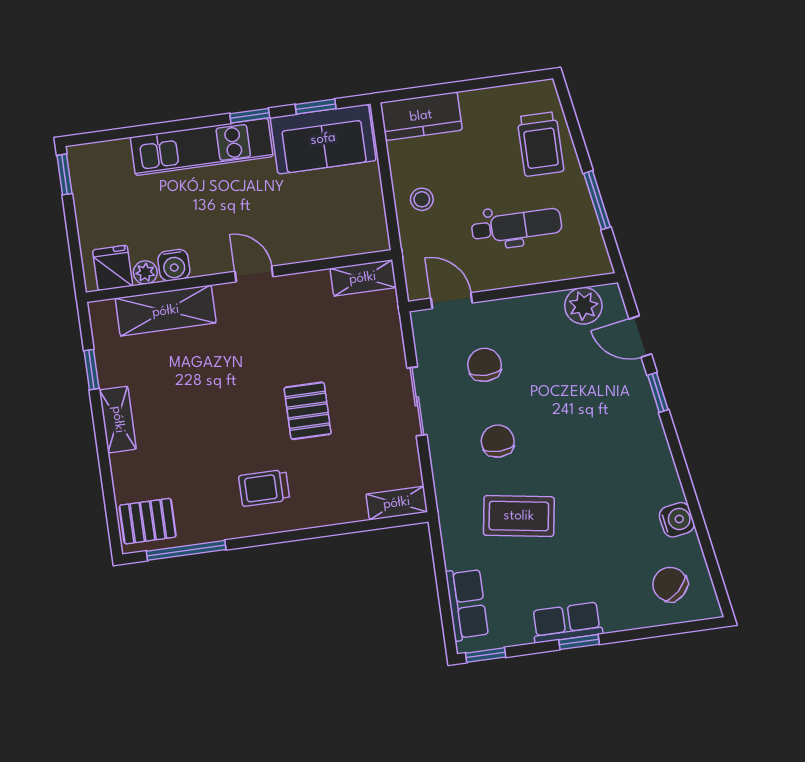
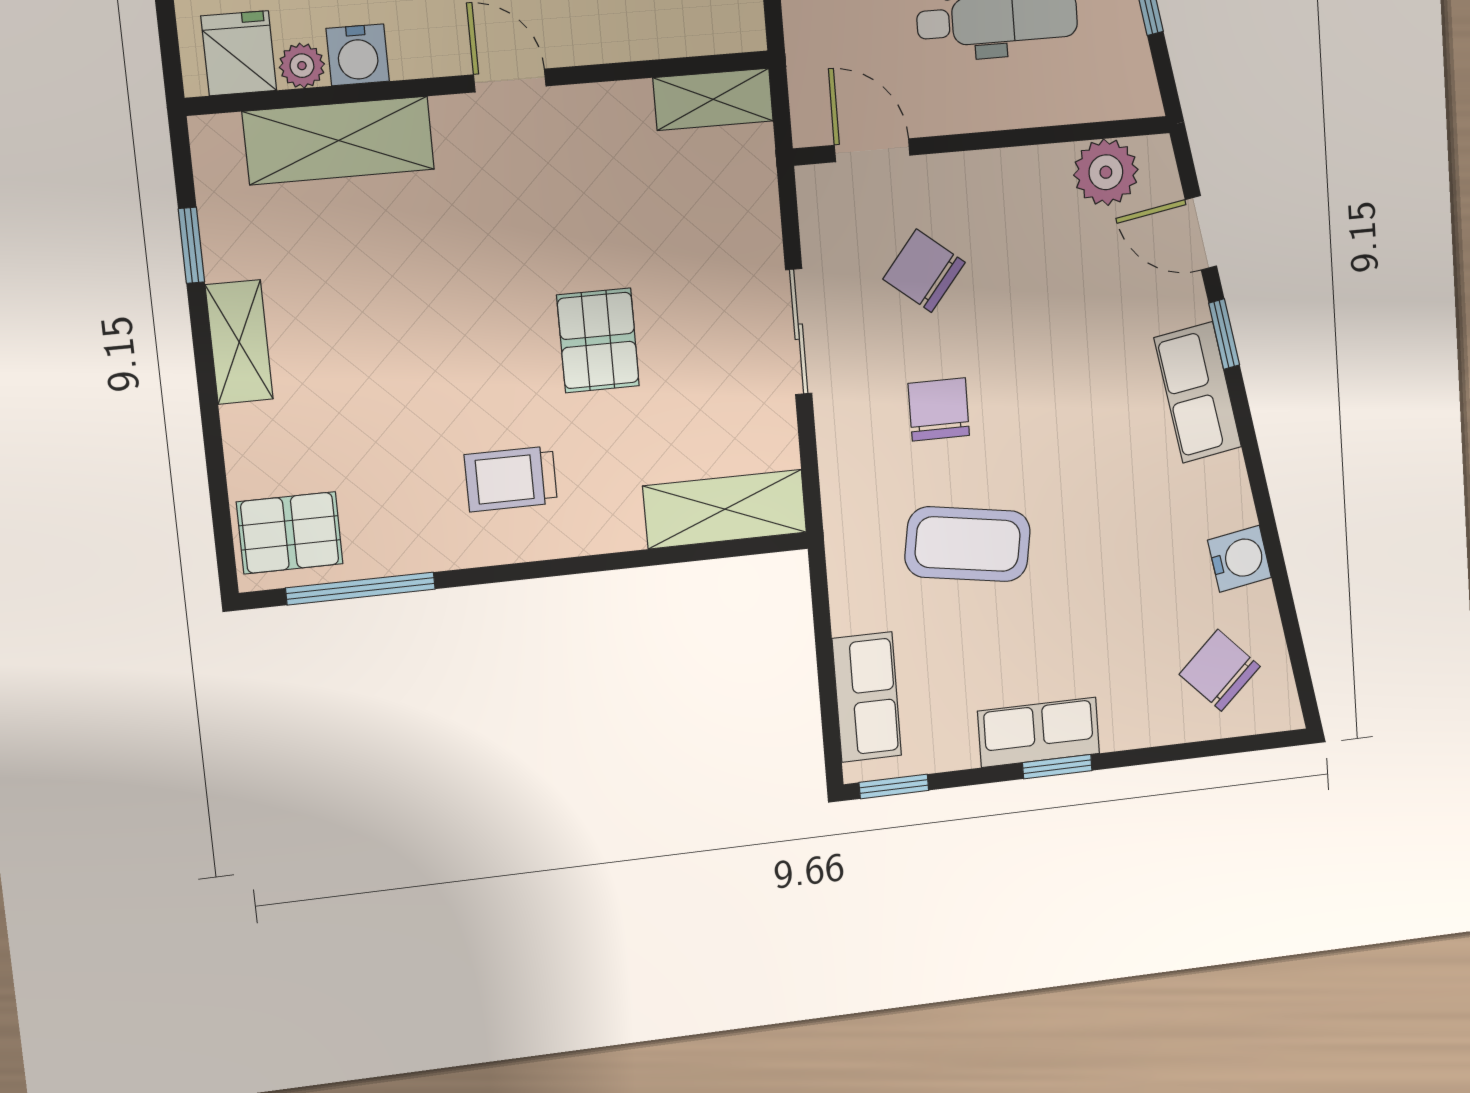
chair: (485, 365) -> (924, 271), turned -51
row of seats: (645, 426) -> (1198, 392), added
shelving: (397, 503) -> (725, 509), width x1.50, depth x1.33

